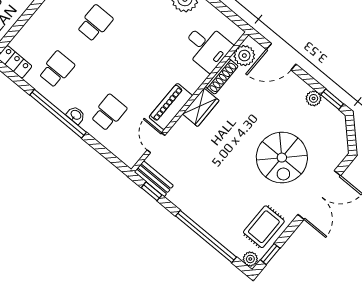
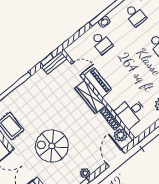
wardrobe: (201, 107) -> (90, 97), width x1.50

